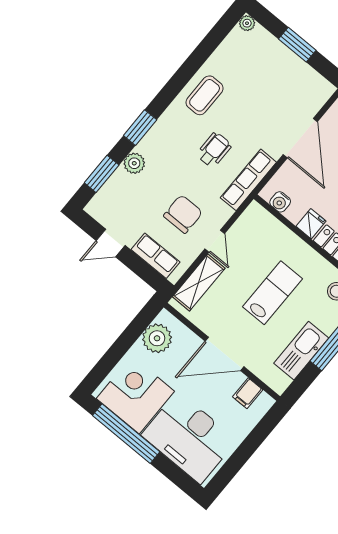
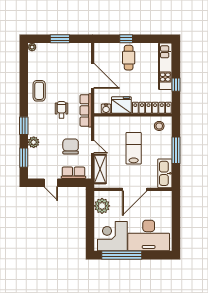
fridge: (311, 224) -> (121, 105), width x1.88, depth x1.34
door: (111, 243) -> (51, 183), hinge flipped
kitchen sink: (301, 351) -> (165, 173), moved
filing cabinet: (248, 393) -> (157, 198), removed

